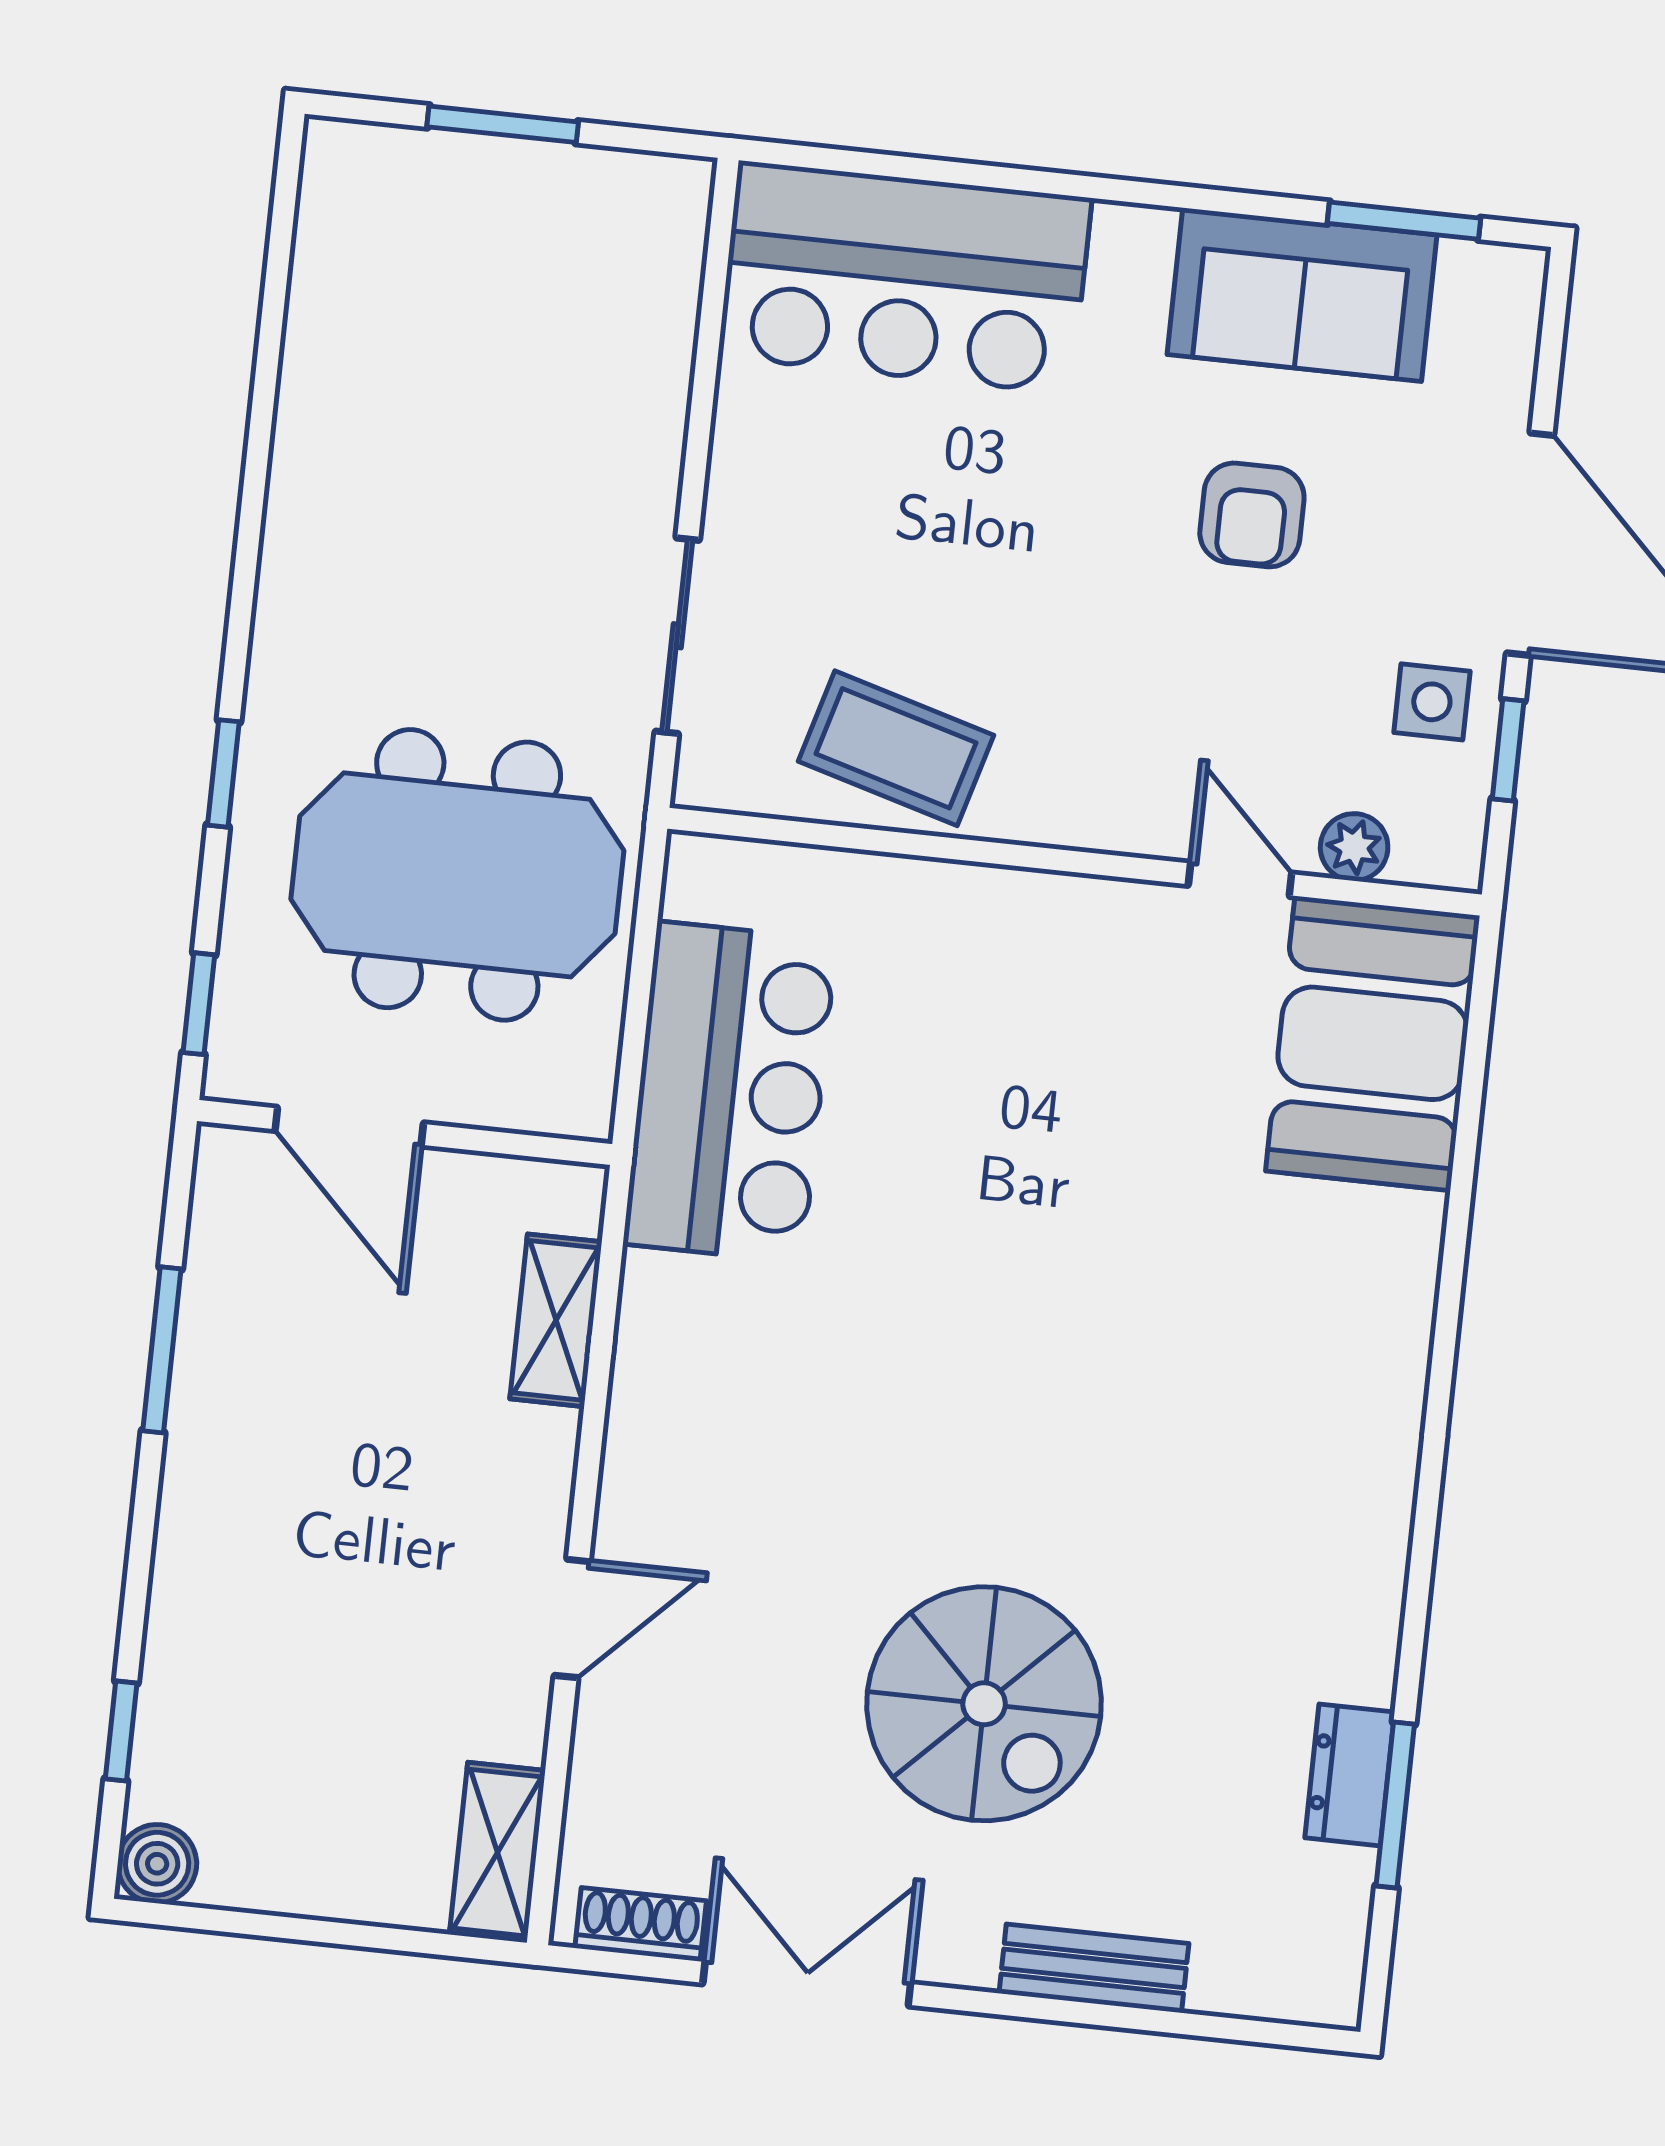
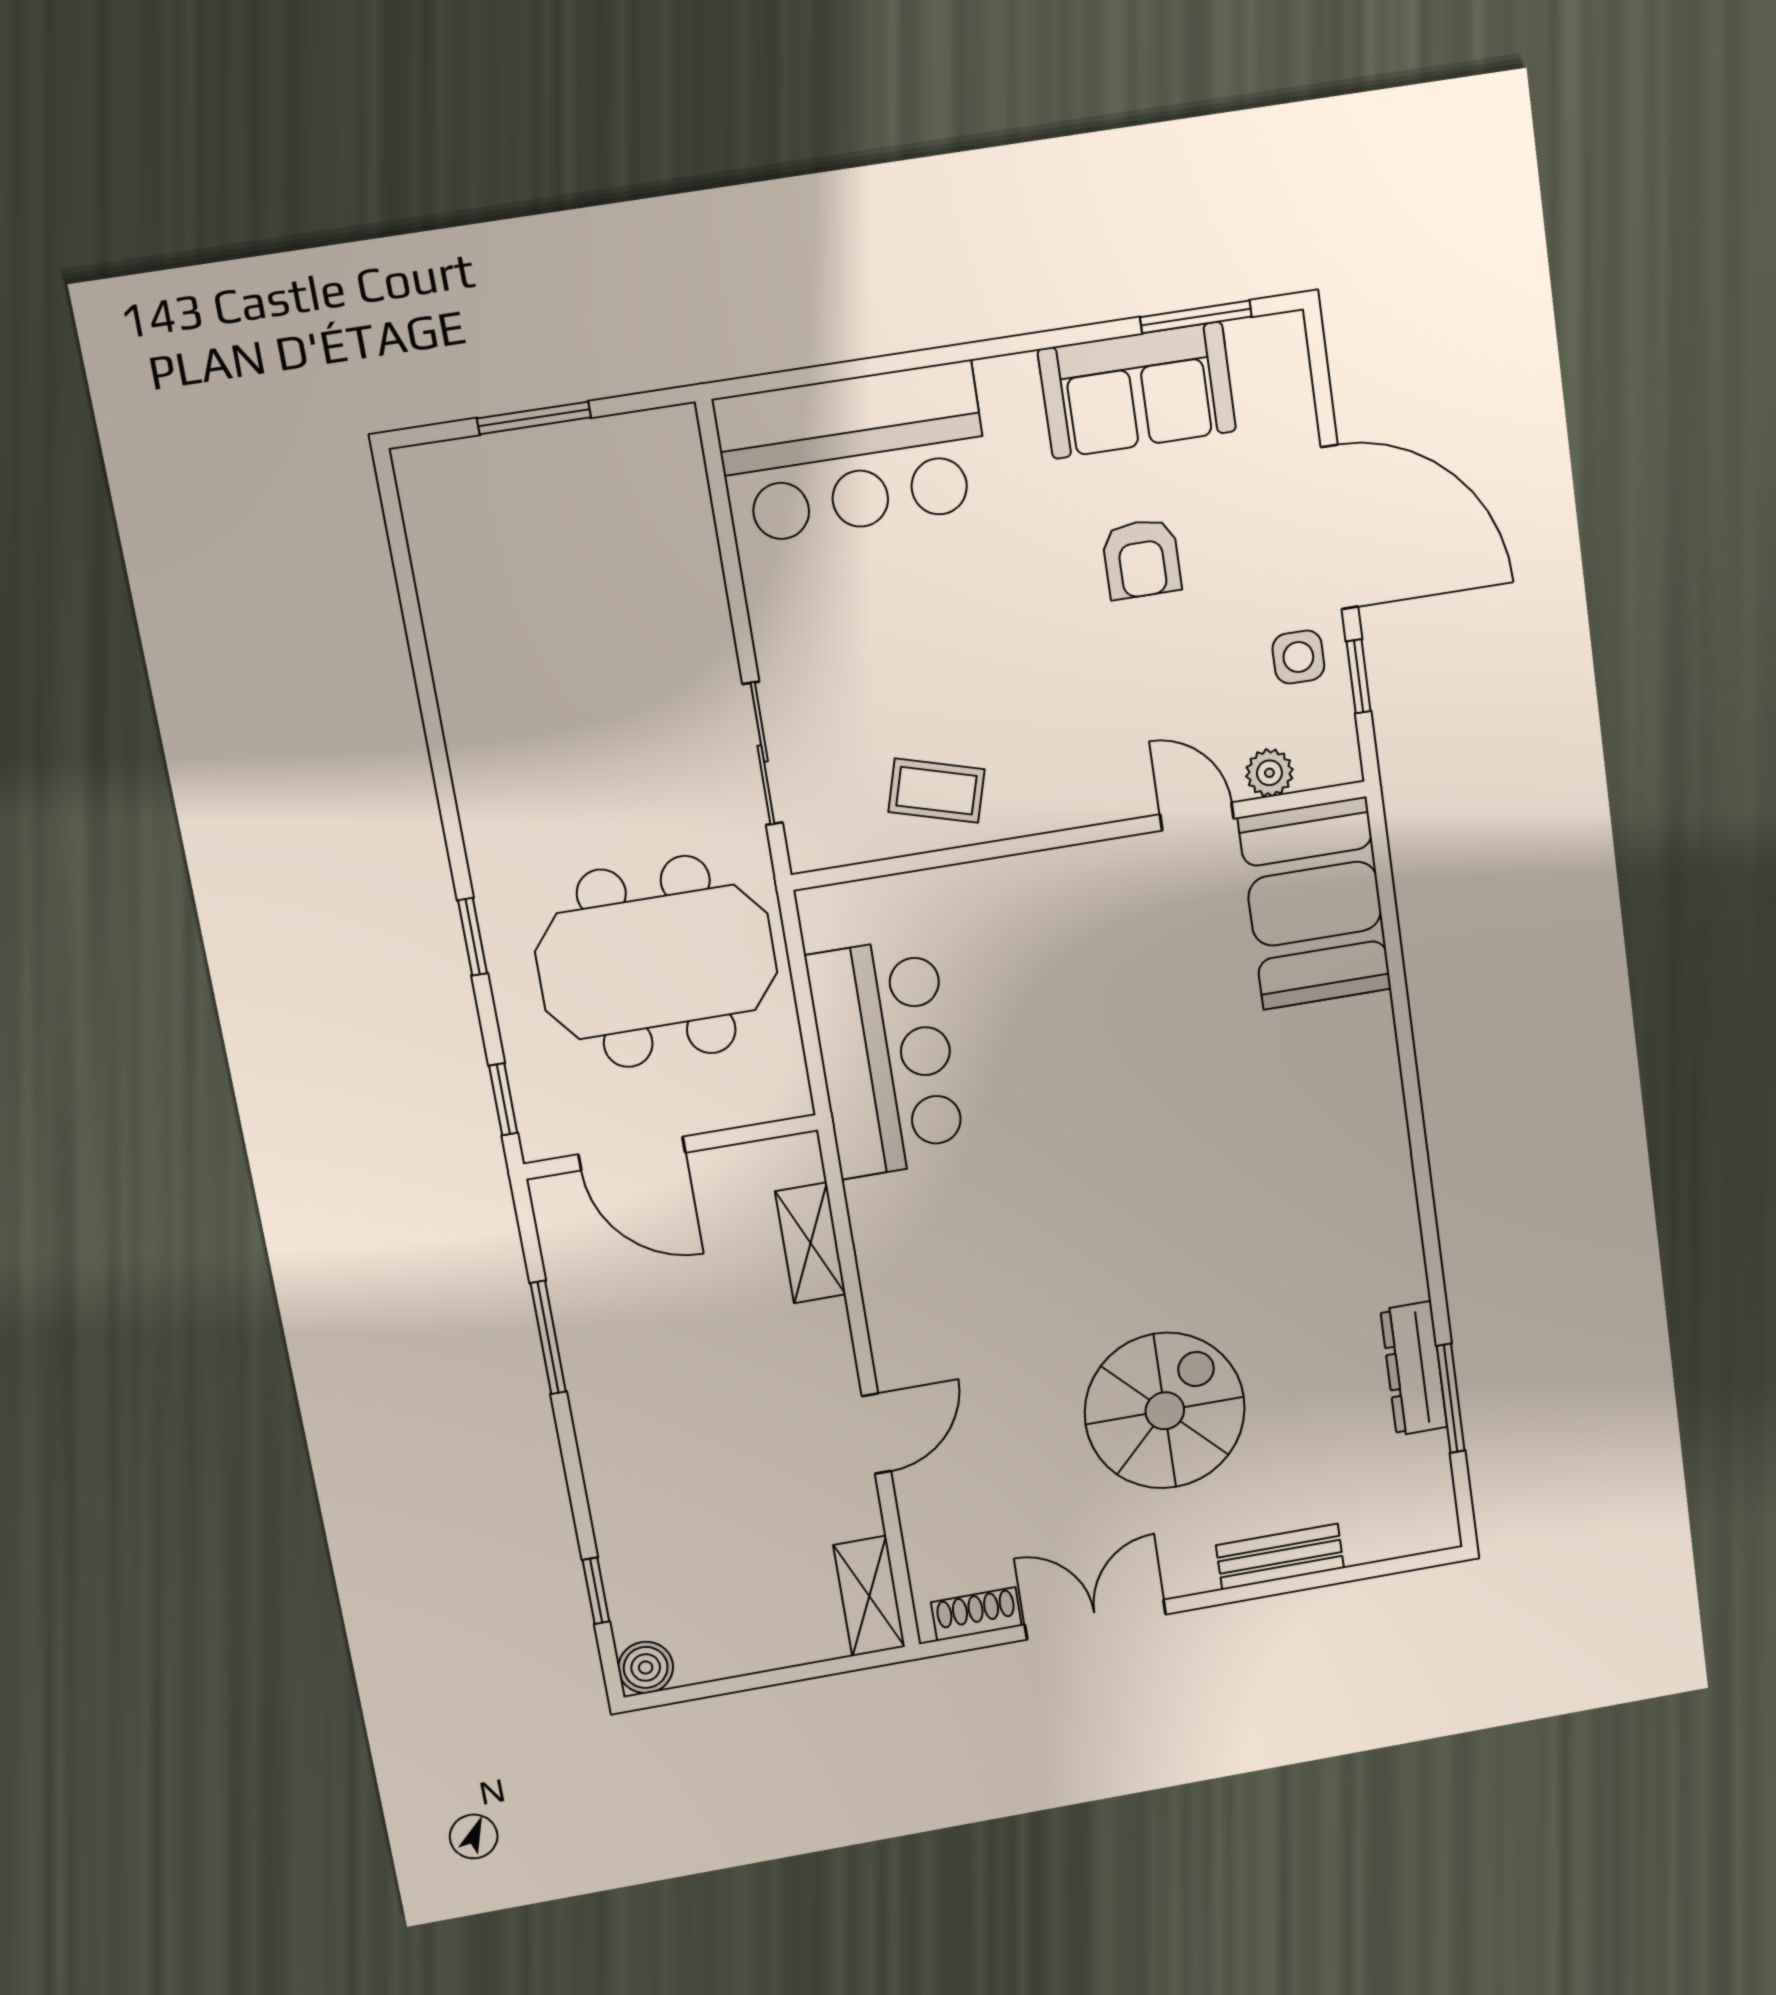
coffee table: (896, 748) -> (937, 791), width x0.73, depth x0.77
spiral stairs: (984, 1704) -> (1165, 1411), turned -90
dresser: (1350, 1775) -> (1414, 1369), width x1.44

